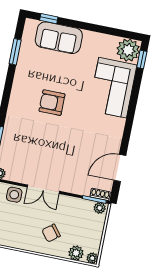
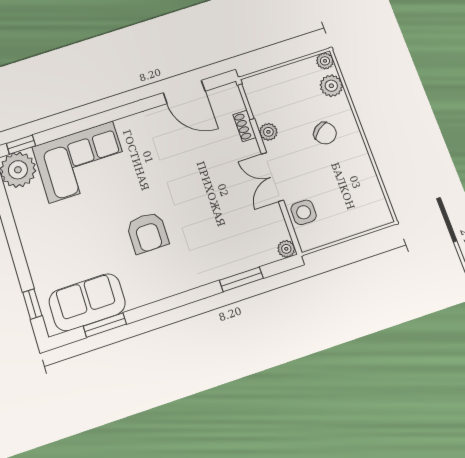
sofa: (59, 38) -> (87, 302), moved, turned -90
double door: (43, 189) -> (273, 177), swing flipped
shoe rack: (100, 194) -> (245, 126), moved
plant: (100, 208) -> (268, 132), moved

